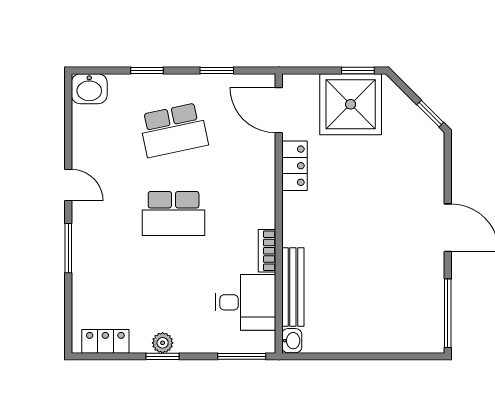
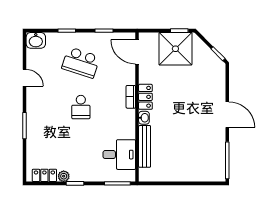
school desk: (174, 130) -> (81, 62), turned 30
locker: (294, 166) -> (145, 97), moved
door: (68, 185) -> (25, 78), moved
school desk: (174, 213) -> (81, 107), width x0.54
bookcase: (267, 251) -> (131, 97), moved
washbasin: (292, 341) -> (144, 118), moved
plant: (163, 343) -> (64, 176), moved

